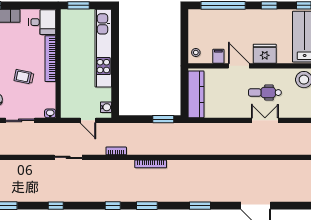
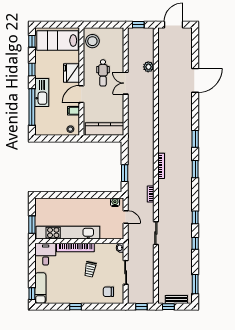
kitchen sink: (241, 17) -> (42, 93), added
kitchen unit: (103, 48) -> (68, 233), moved, turned 180
window: (163, 119) -> (125, 173), moved
door: (88, 120) -> (126, 217), hinge flipped
double door: (265, 120) -> (126, 83), moved
plant: (272, 148) -> (148, 67), added
window: (113, 206) -> (195, 217), moved
window: (200, 206) -> (195, 139), moved

